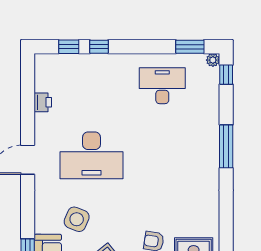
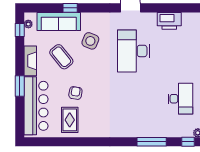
printer: (43, 102) -> (169, 21), width x1.87, depth x1.48
window: (226, 146) -> (152, 142), moved

